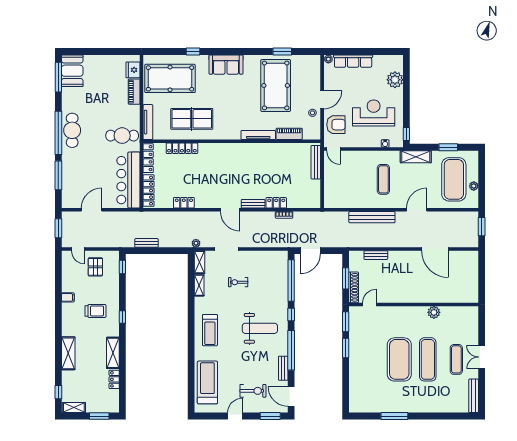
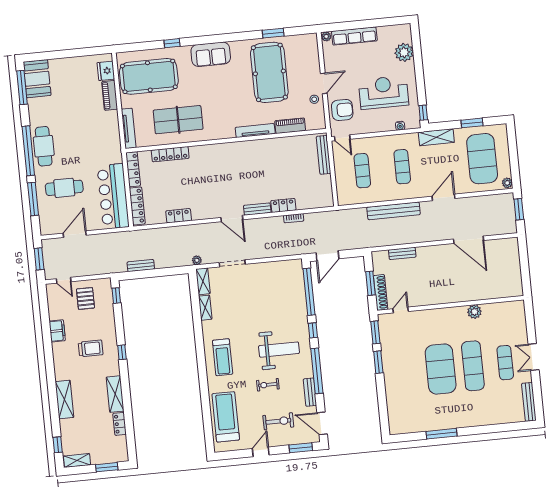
cafe table: (122, 136) -> (64, 188), moved
exercise mat: (348, 179) -> (362, 171), added
plant: (474, 186) -> (507, 183), moved
exercise bike: (238, 282) -> (268, 385), moved
filing cabinet: (68, 297) -> (57, 331), width x2.00

